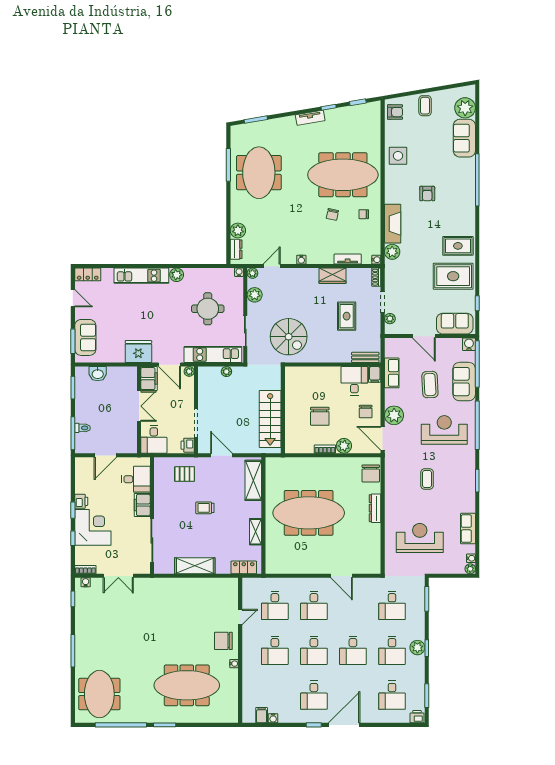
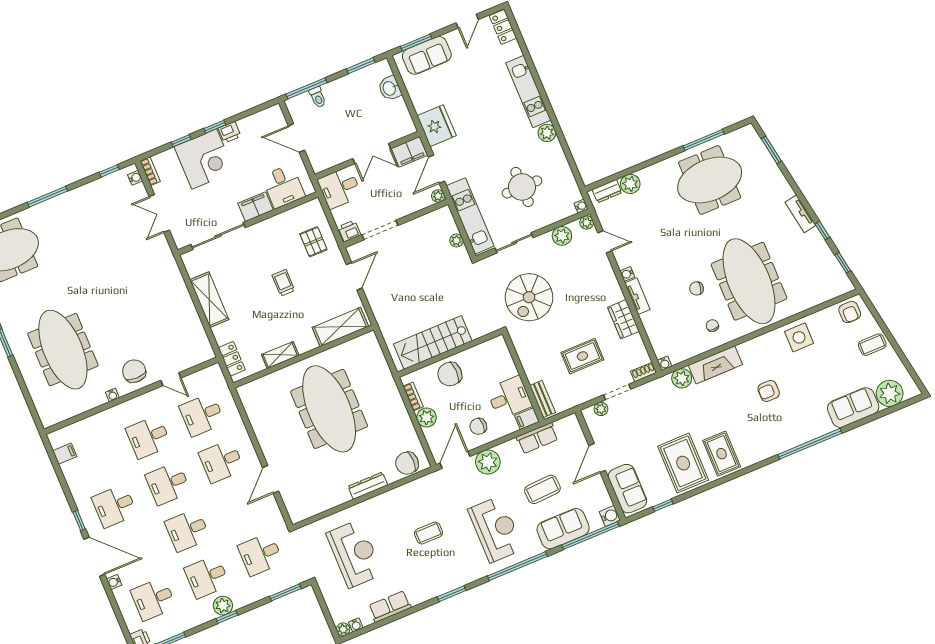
tv unit: (348, 259) -> (637, 296), moved
wall: (283, 410) -> (450, 353), moved
stairs: (270, 419) -> (433, 342), moved
water cooler: (273, 718) -> (114, 582), moved

